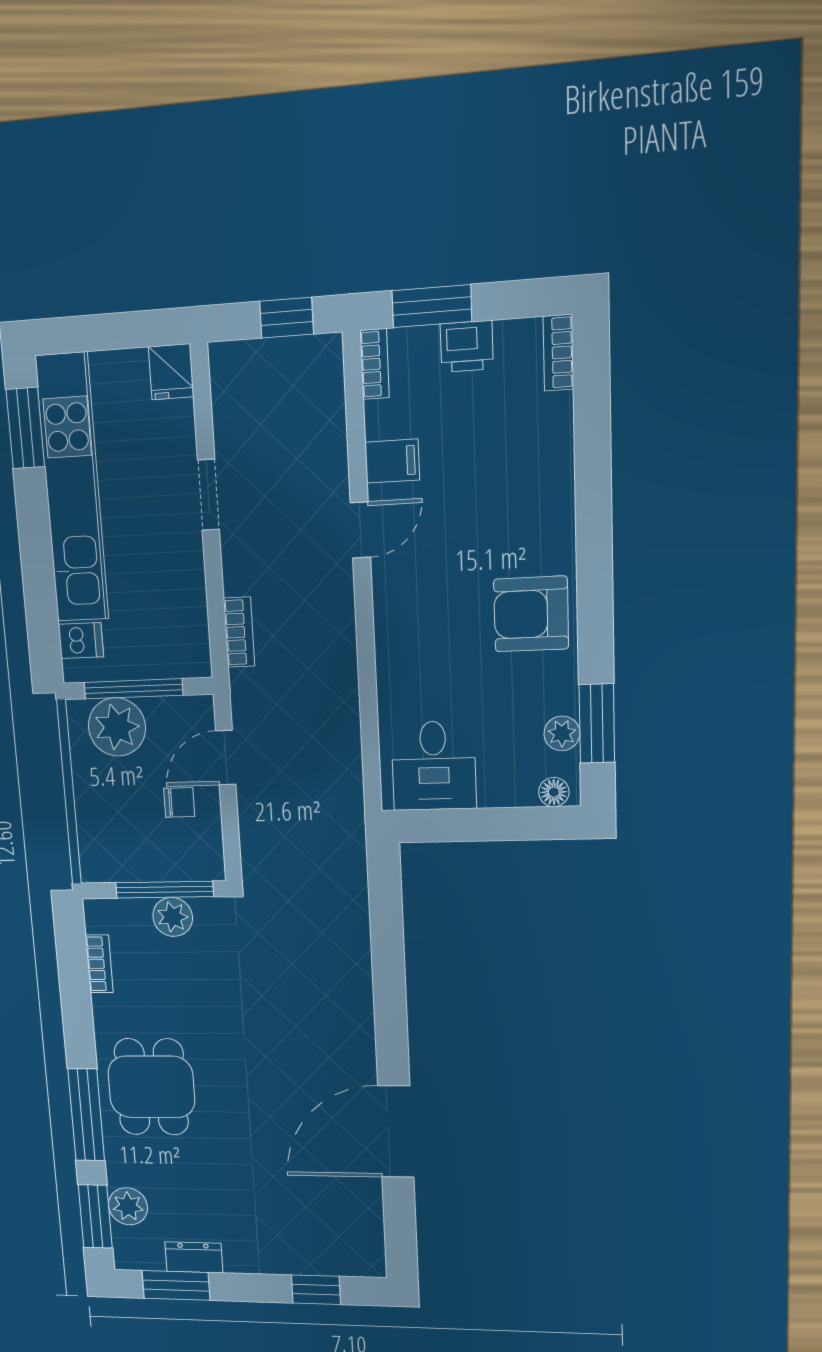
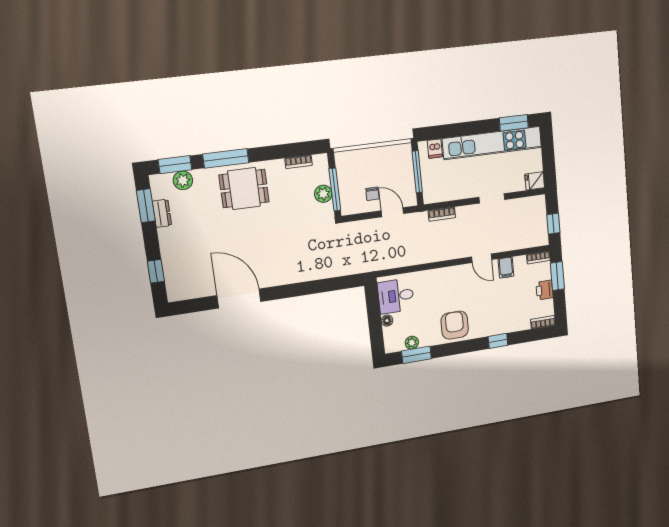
window: (593, 491) -> (498, 341), added
plant: (117, 727) -> (401, 165), removed
floor lamp: (554, 792) -> (387, 321), moved

